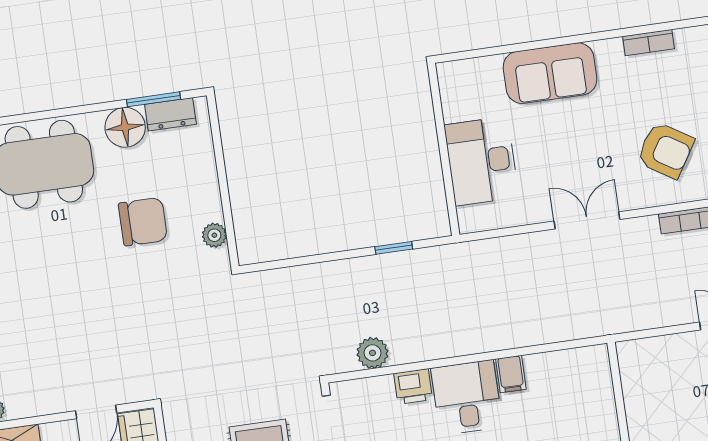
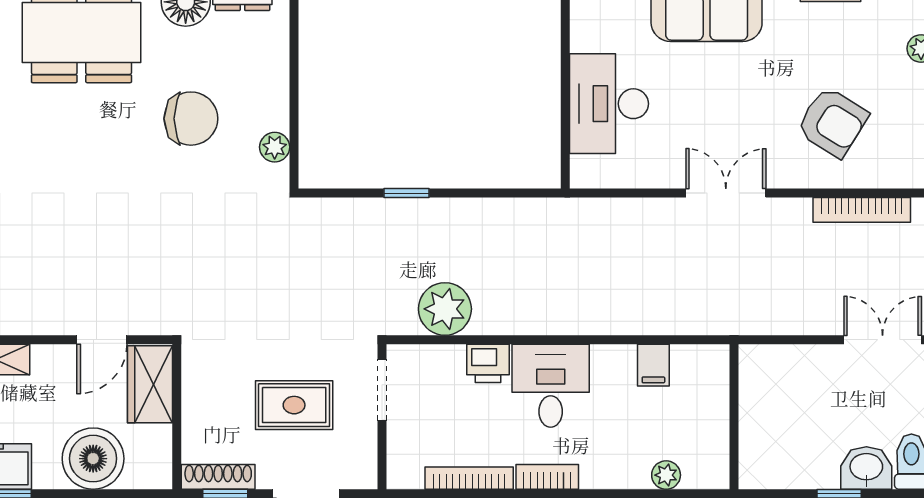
window: (394, 248) -> (406, 193), moved
plant: (373, 353) -> (445, 309), width x1.36, depth x1.36
filing cabinet: (511, 374) -> (653, 365), moved

